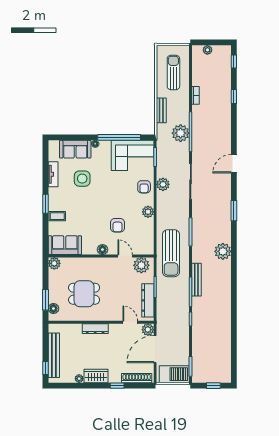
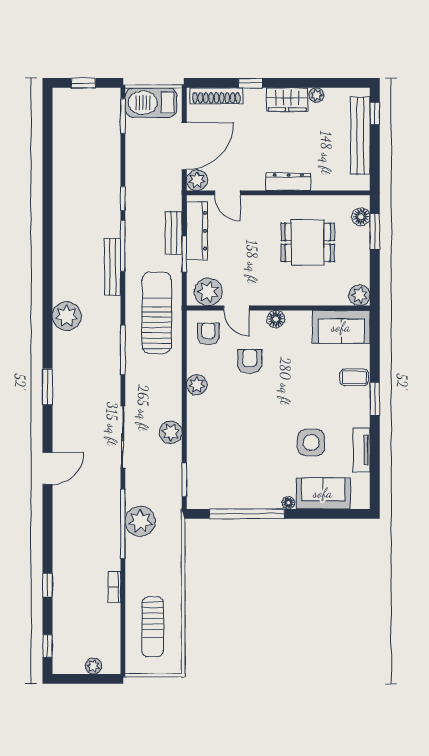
bench: (161, 110) -> (174, 233), moved
corner sofa: (133, 155) -> (224, 483), removed
armchair: (144, 187) -> (208, 334), moved

